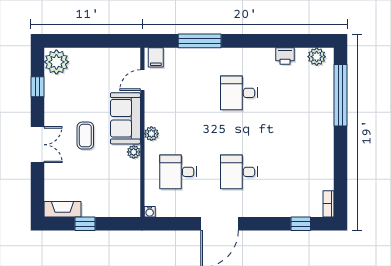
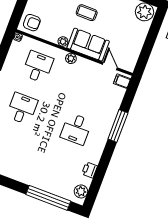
window: (200, 41) -> (118, 126), moved
desk: (239, 93) -> (76, 129), turned 180
armchair: (124, 201) -> (32, 23), added

